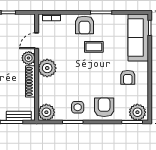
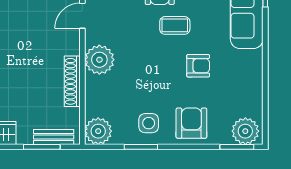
plant: (29, 58) -> (69, 44), removed
armchair: (128, 77) -> (198, 66), moved, turned -90

